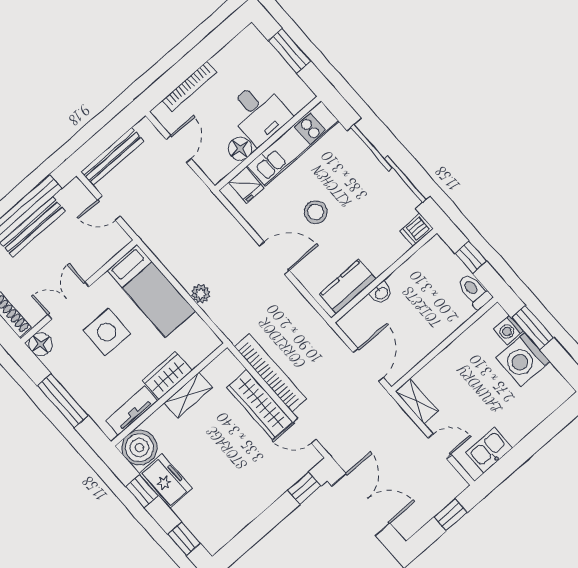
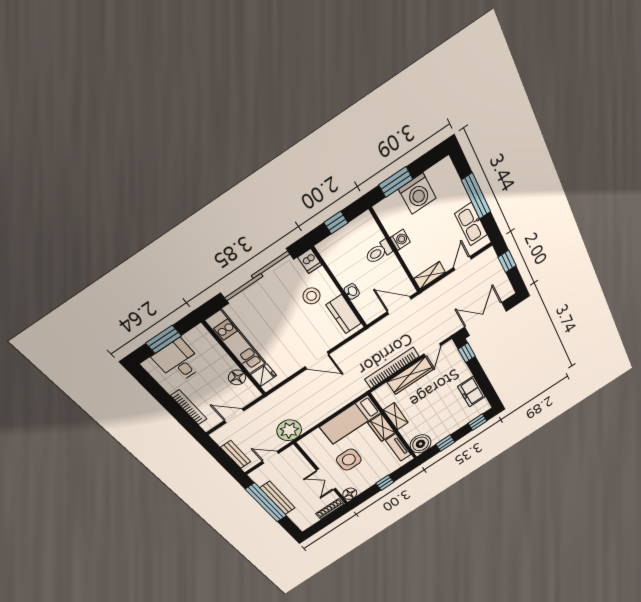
desk: (259, 113) -> (178, 361), moved, turned -90
bench: (113, 156) -> (236, 455), width x0.73
door: (109, 208) -> (270, 457), swing flipped
stool: (316, 212) -> (312, 296), moved
door: (274, 258) -> (317, 360), swing flipped
bed: (151, 291) -> (350, 420), moved, turned 180
toilet: (474, 291) -> (379, 252), moved
plant: (201, 294) -> (289, 430), moved, width x1.88, depth x1.88
washing machine: (508, 330) -> (400, 240), moved, turned -90
window: (63, 401) -> (385, 483), width x0.46
window: (532, 443) -> (476, 196), added
kitchen sink: (489, 450) -> (471, 224), width x1.38
freezer: (166, 481) -> (471, 392), moved, turned -90

